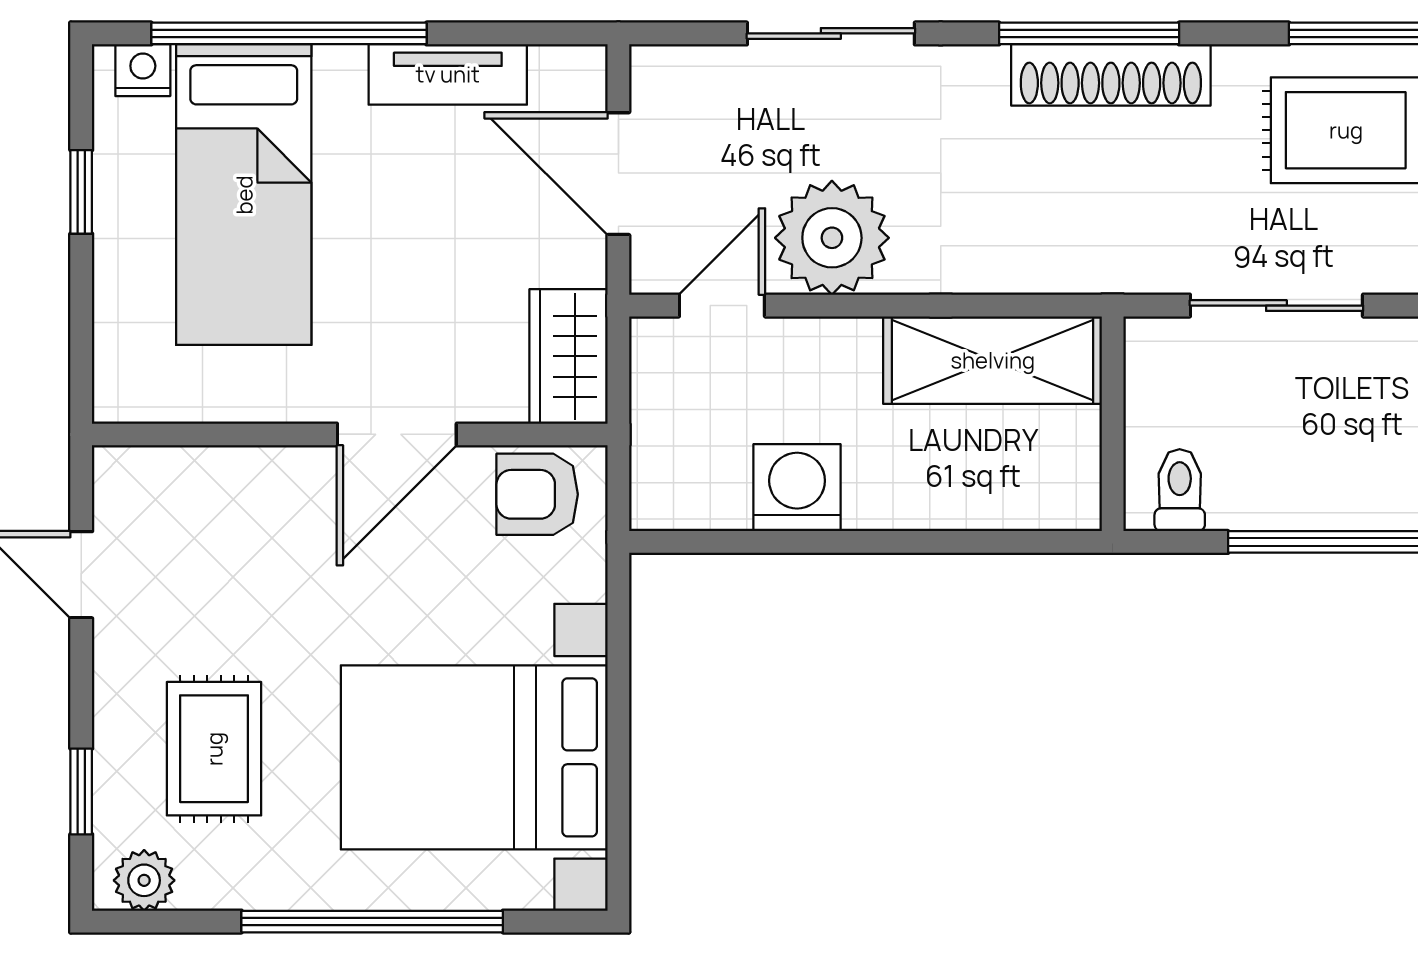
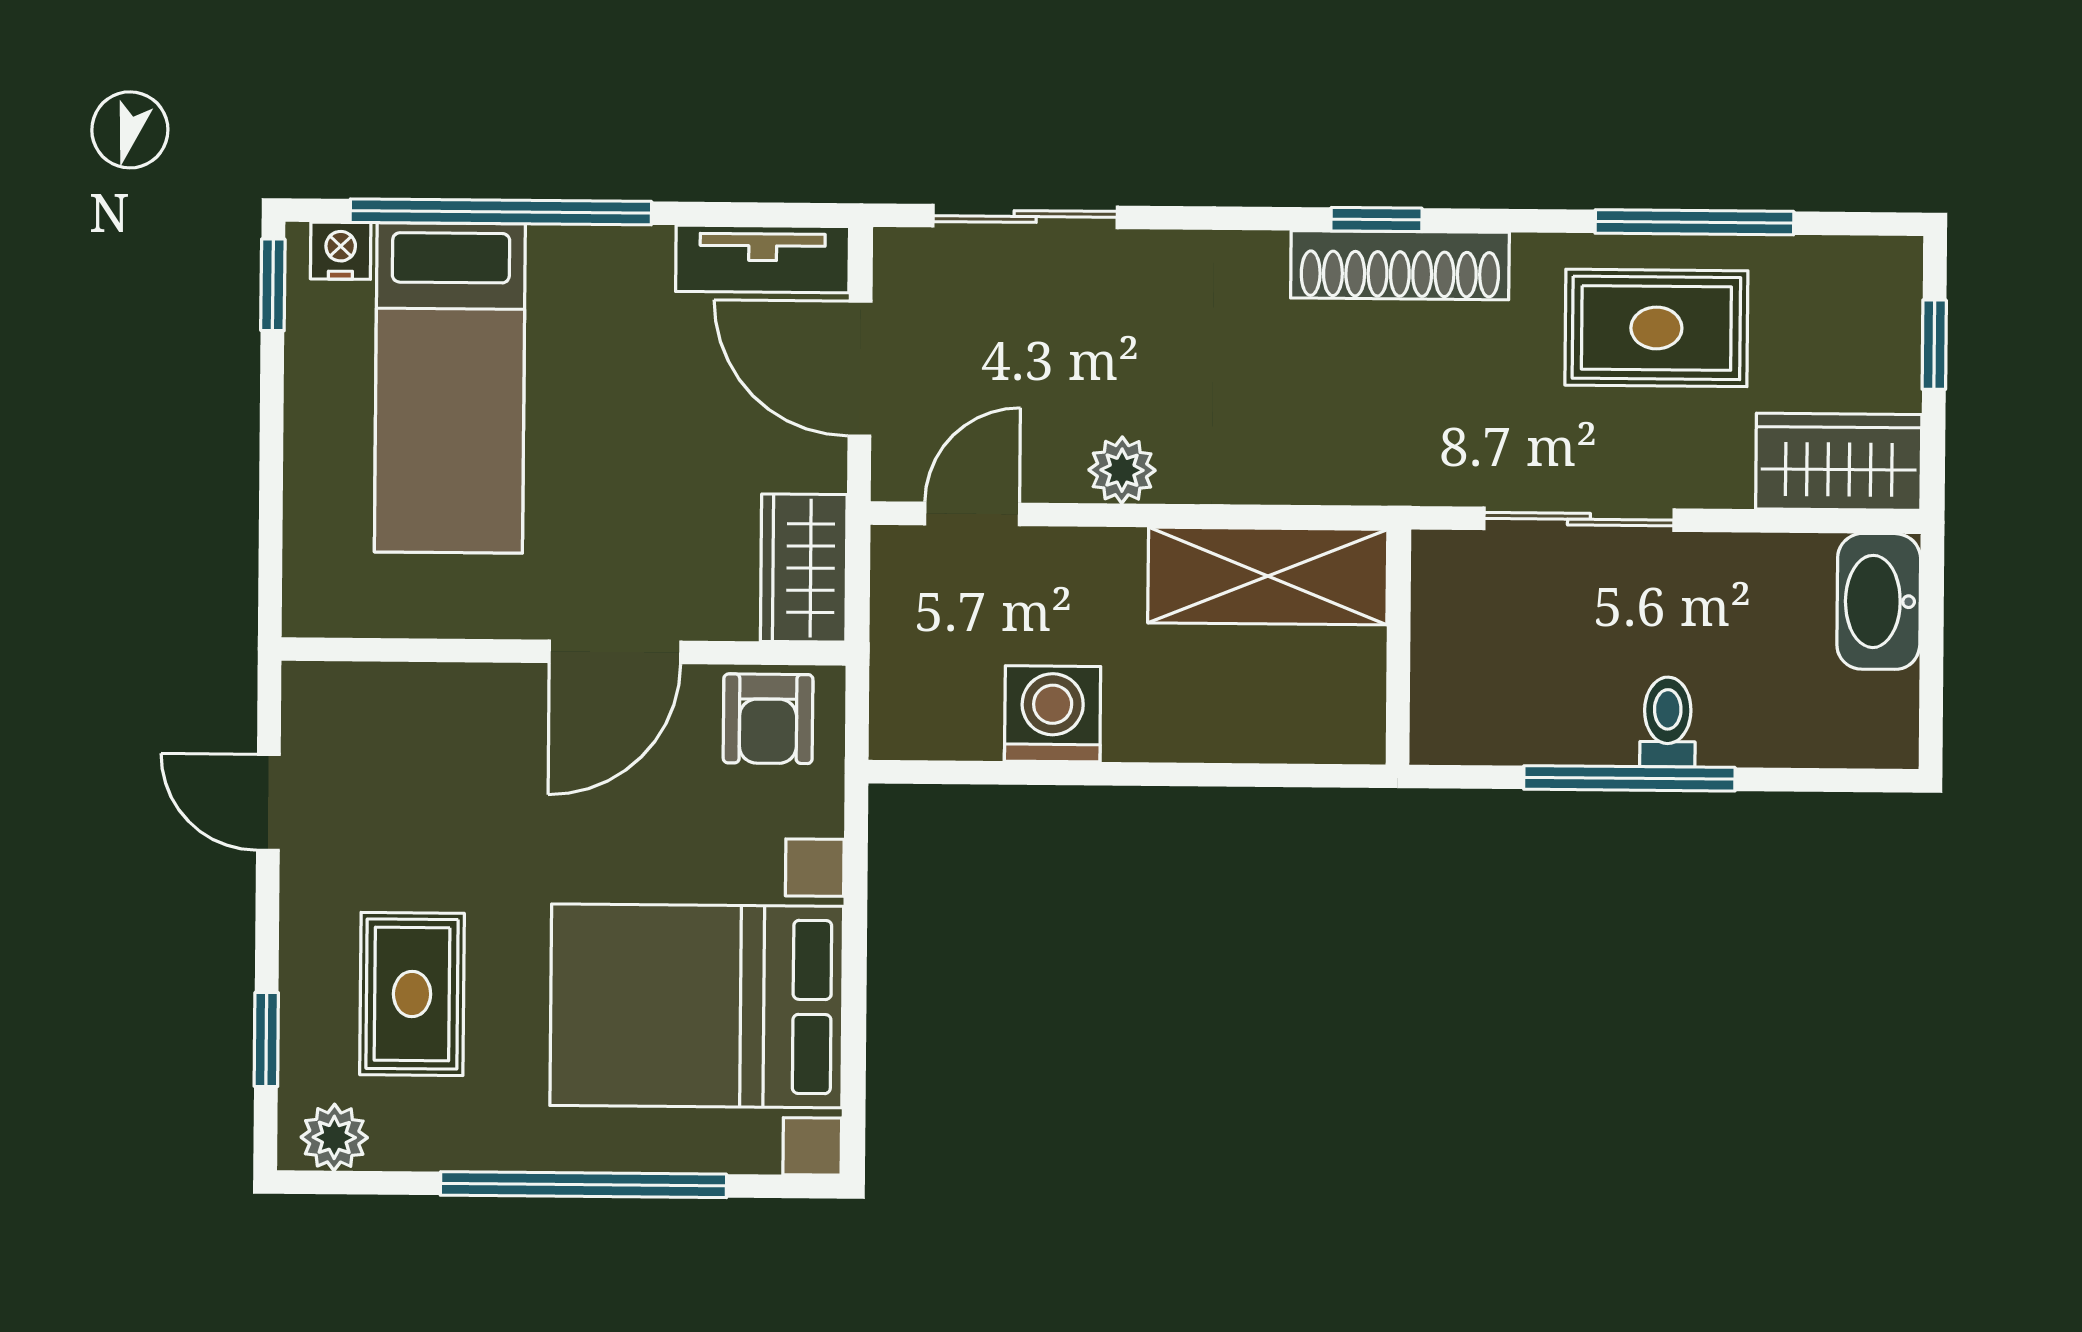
sliding door: (831, 33) -> (1025, 216), moved
window: (1089, 33) -> (1376, 220), width x0.46
tv unit: (448, 74) -> (763, 259), moved
window: (81, 192) -> (273, 285), moved
plant: (832, 238) -> (1122, 470), width x0.53, depth x0.53
toilet: (1180, 490) -> (1668, 722), moved
armchair: (537, 494) -> (768, 719), turned -90

